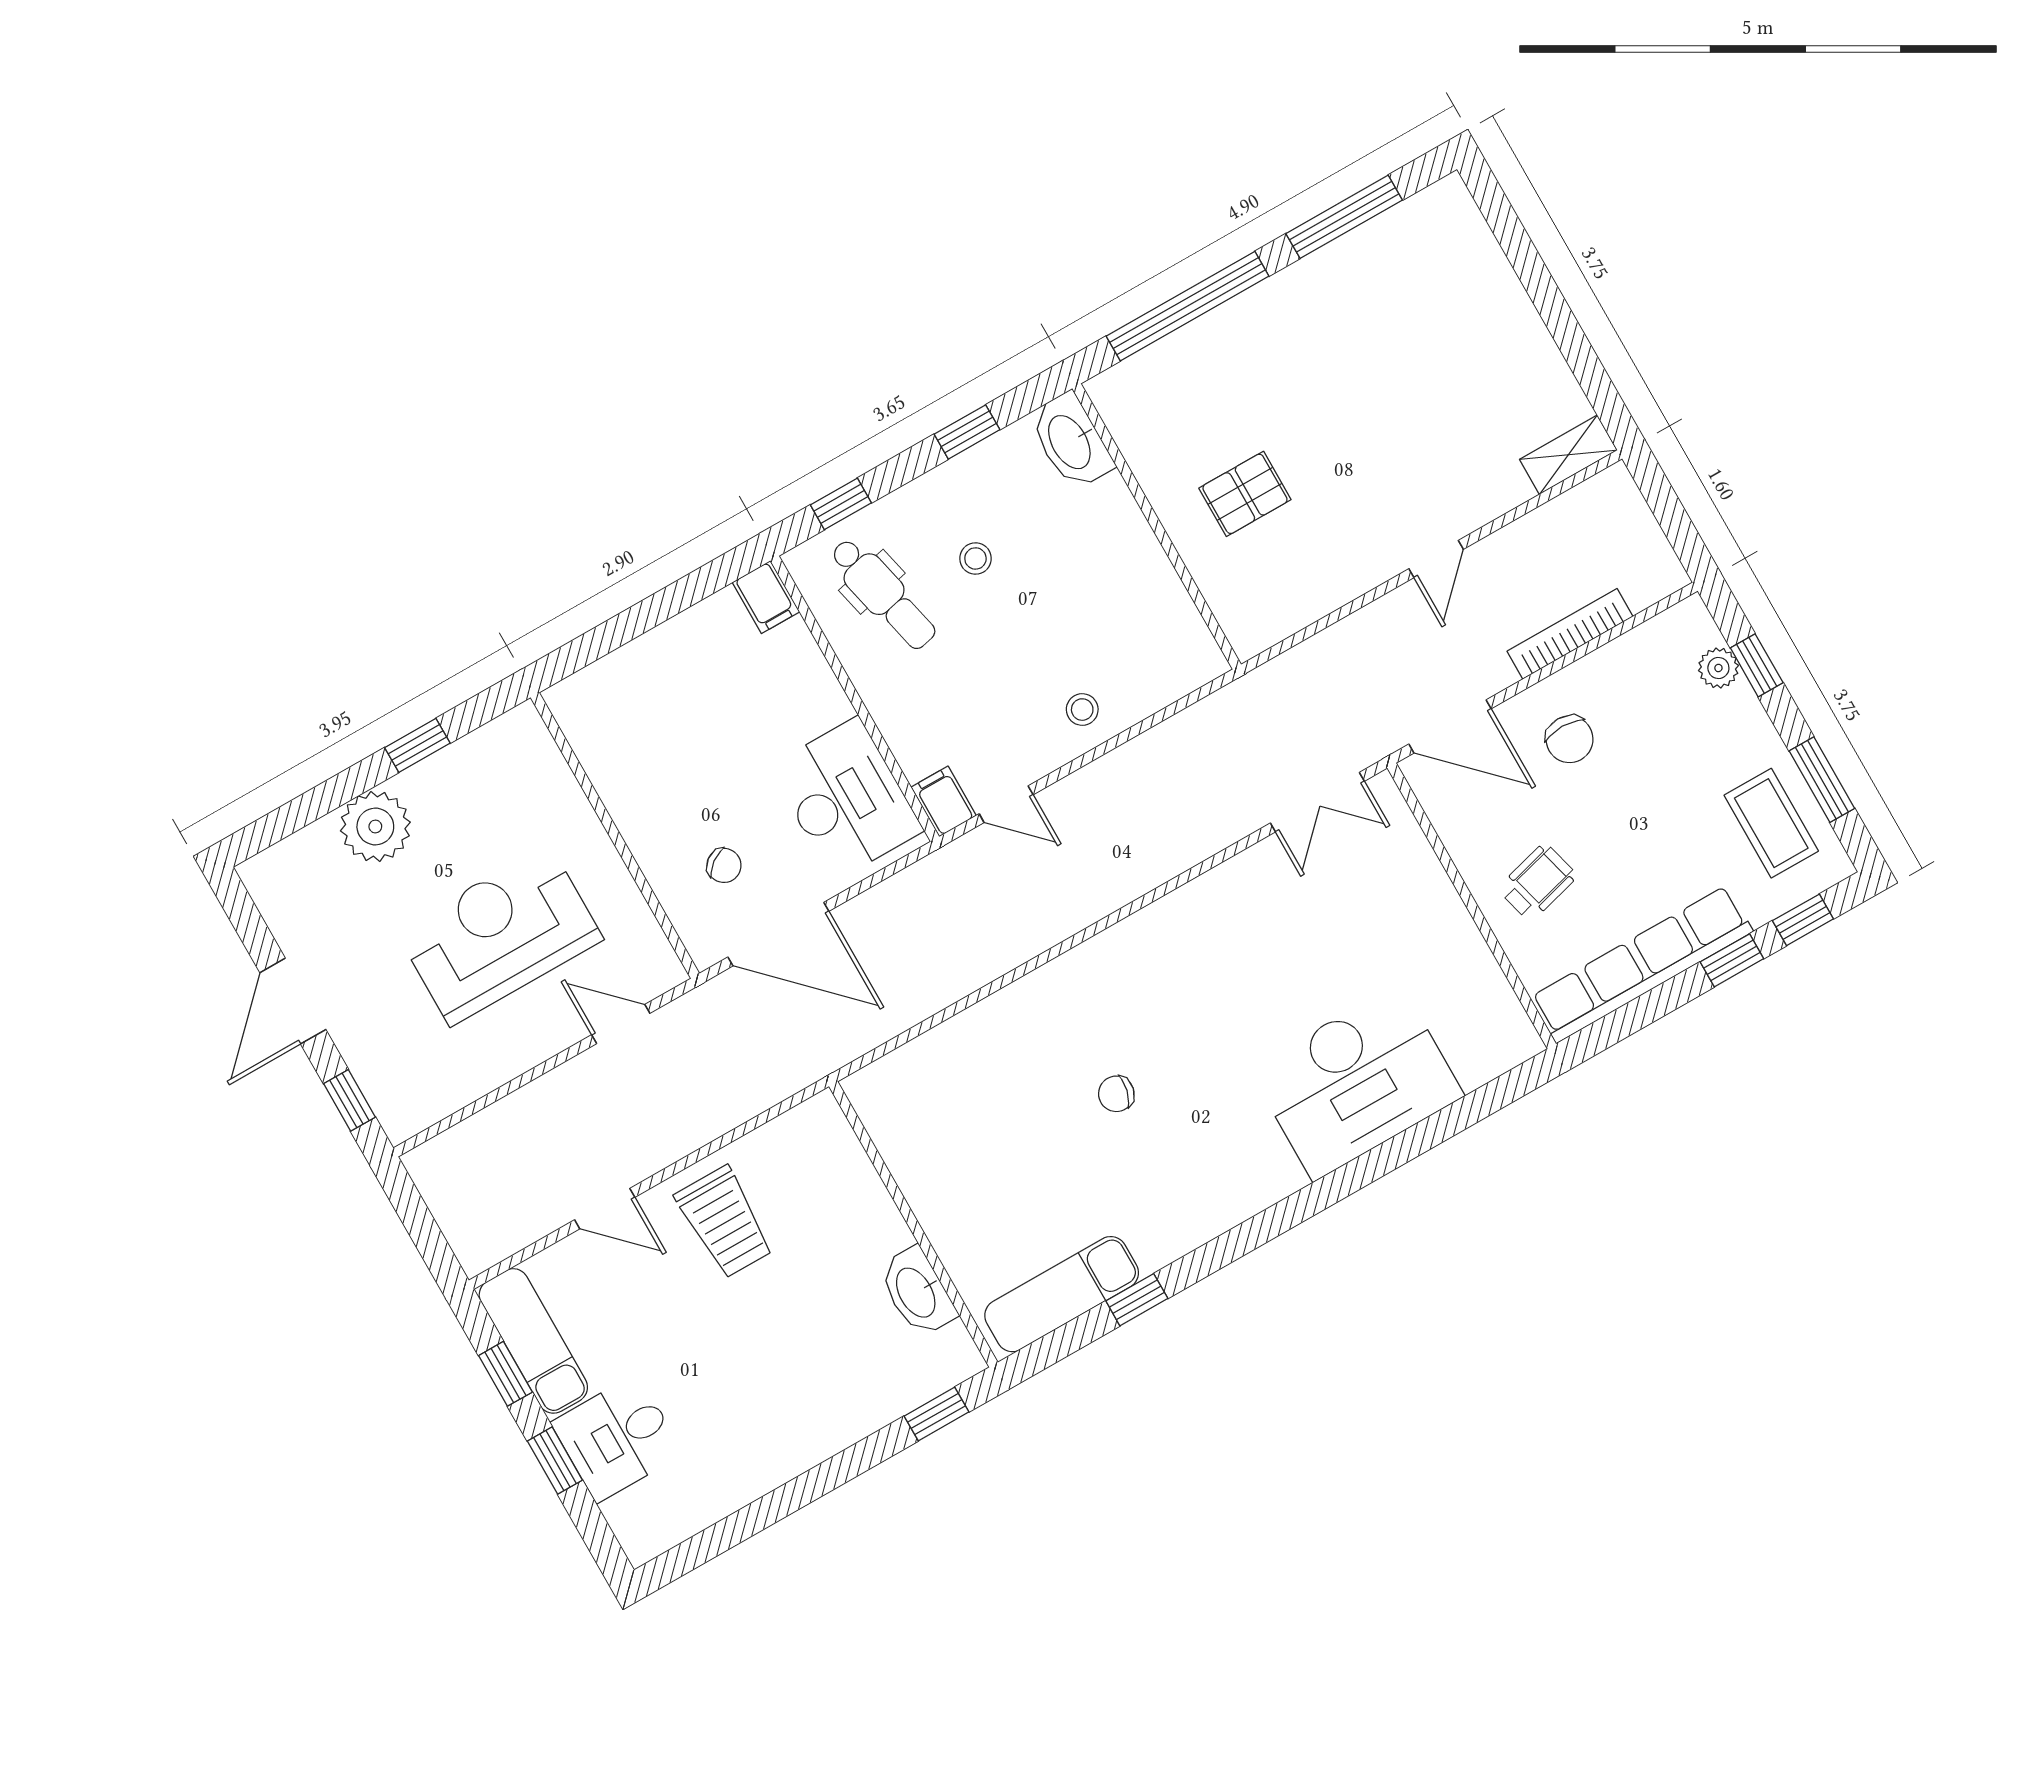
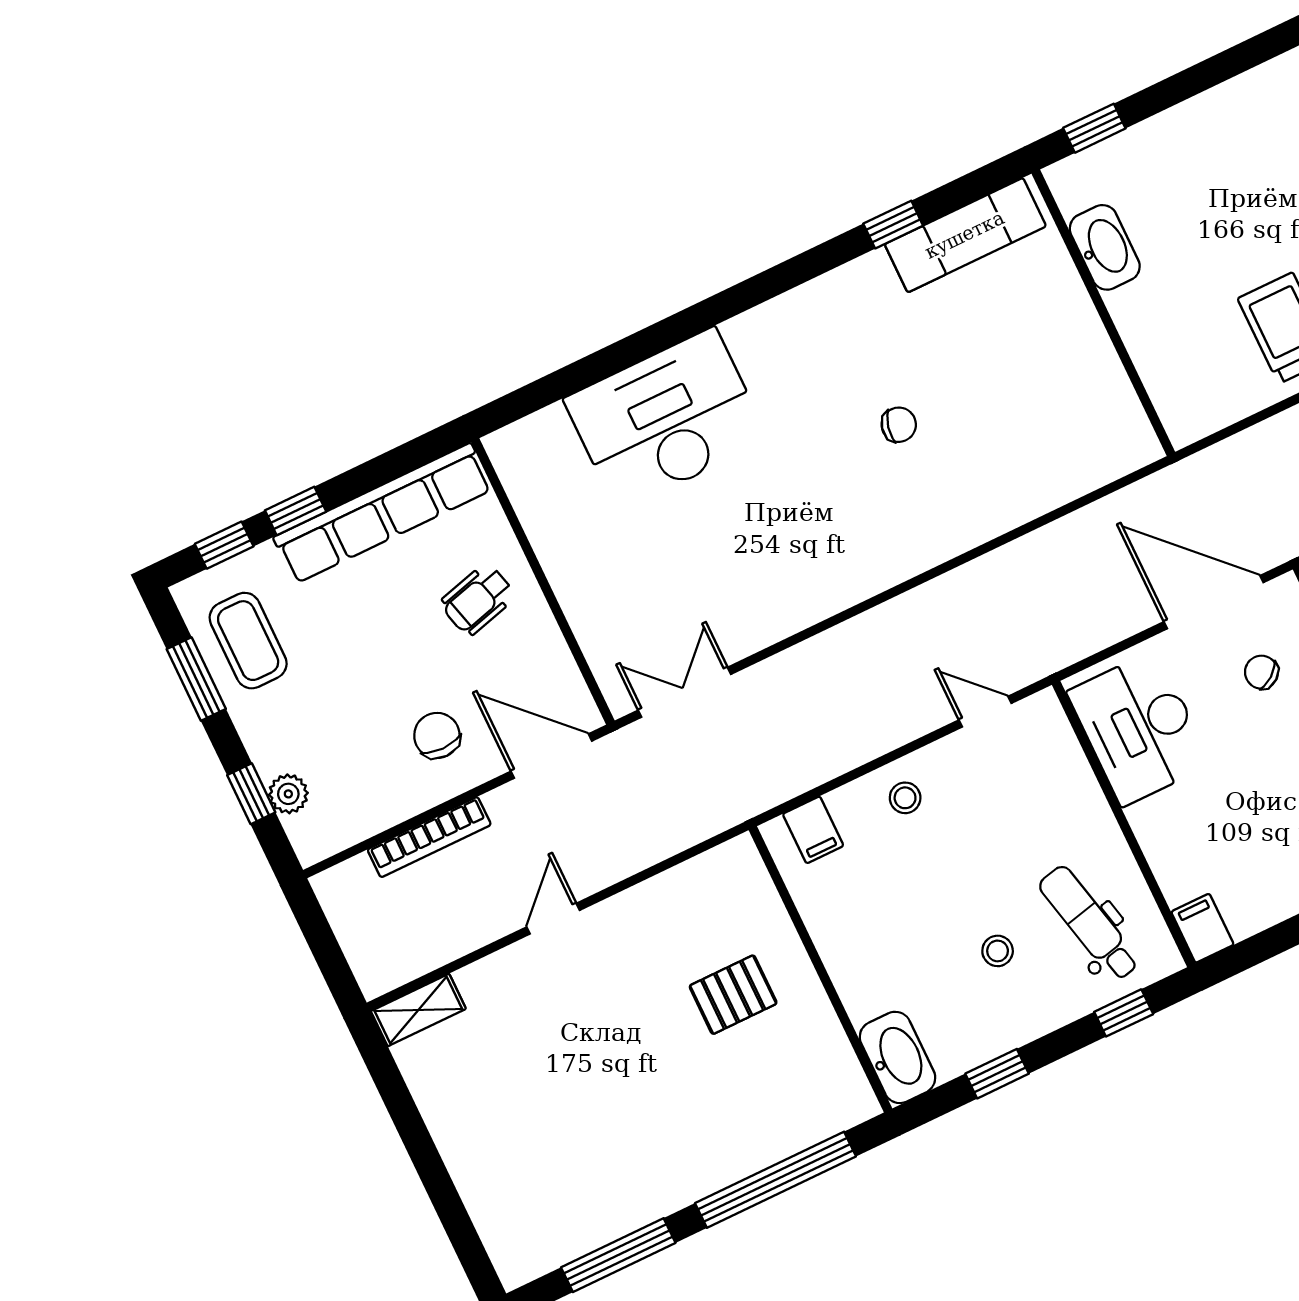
filing cabinet: (944, 801) -> (813, 830), moved

